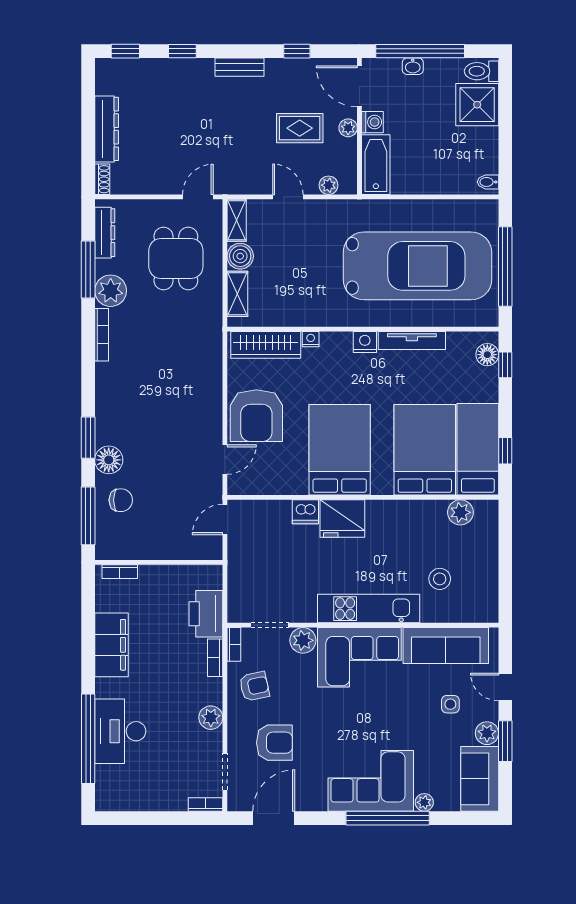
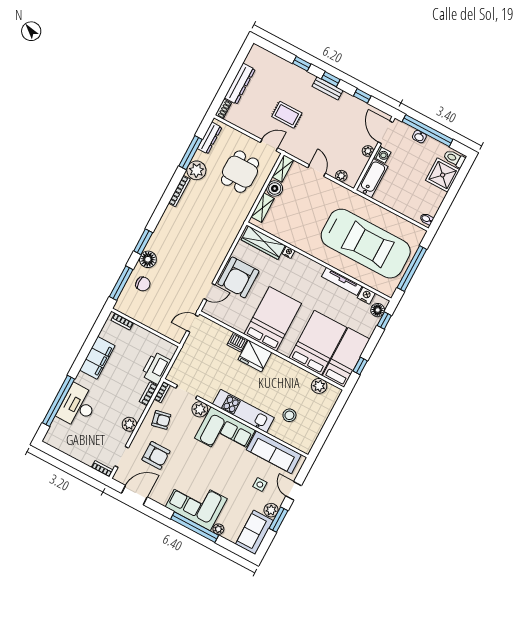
window: (125, 51) -> (331, 79), moved
rug: (300, 128) -> (287, 115), moved
nightstand: (365, 342) -> (366, 295), moved

